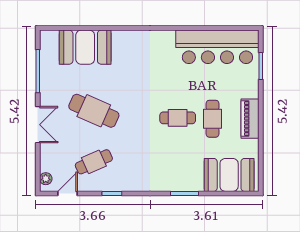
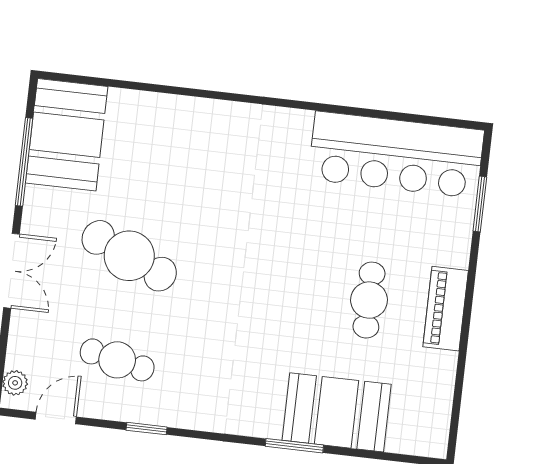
booth: (85, 47) -> (67, 135), moved, turned 90
cafe table: (178, 118) -> (298, 290), removed
cafe table: (94, 162) -> (117, 360), turned 36
booth: (229, 175) -> (337, 412), moved

